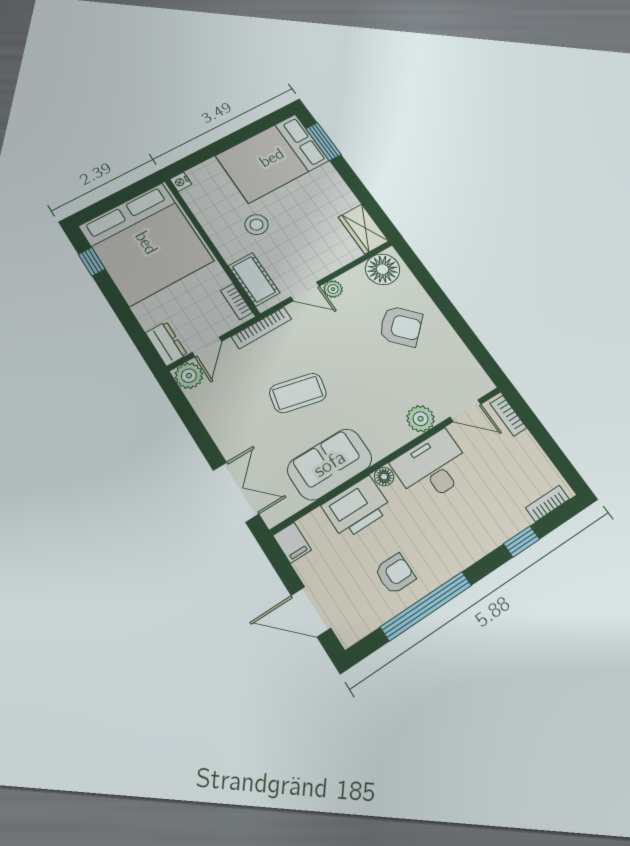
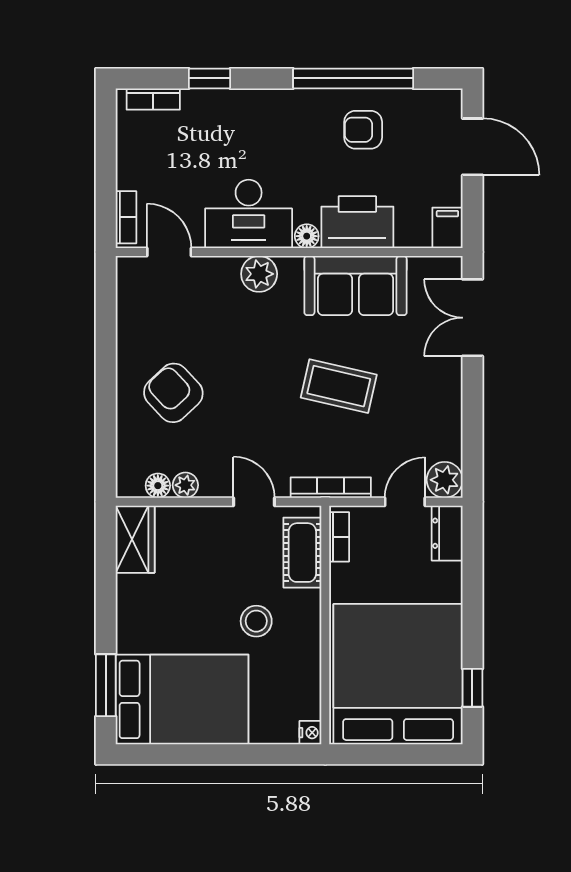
floor lamp: (382, 269) -> (158, 486), width x0.53, depth x0.53
plant: (333, 289) -> (185, 485), moved
plant: (421, 419) -> (259, 274), moved

